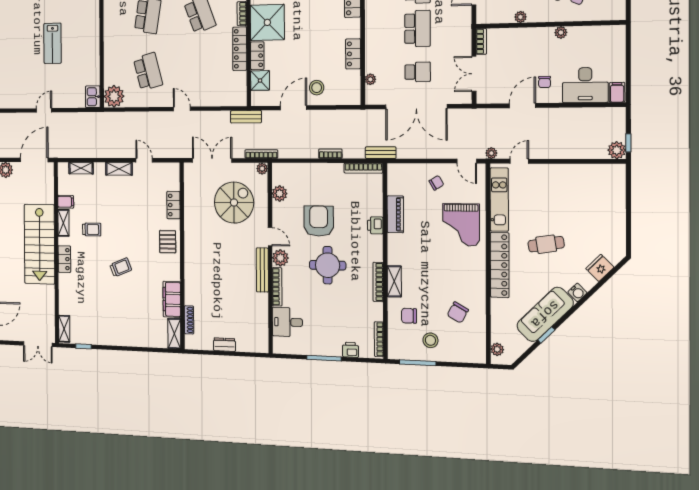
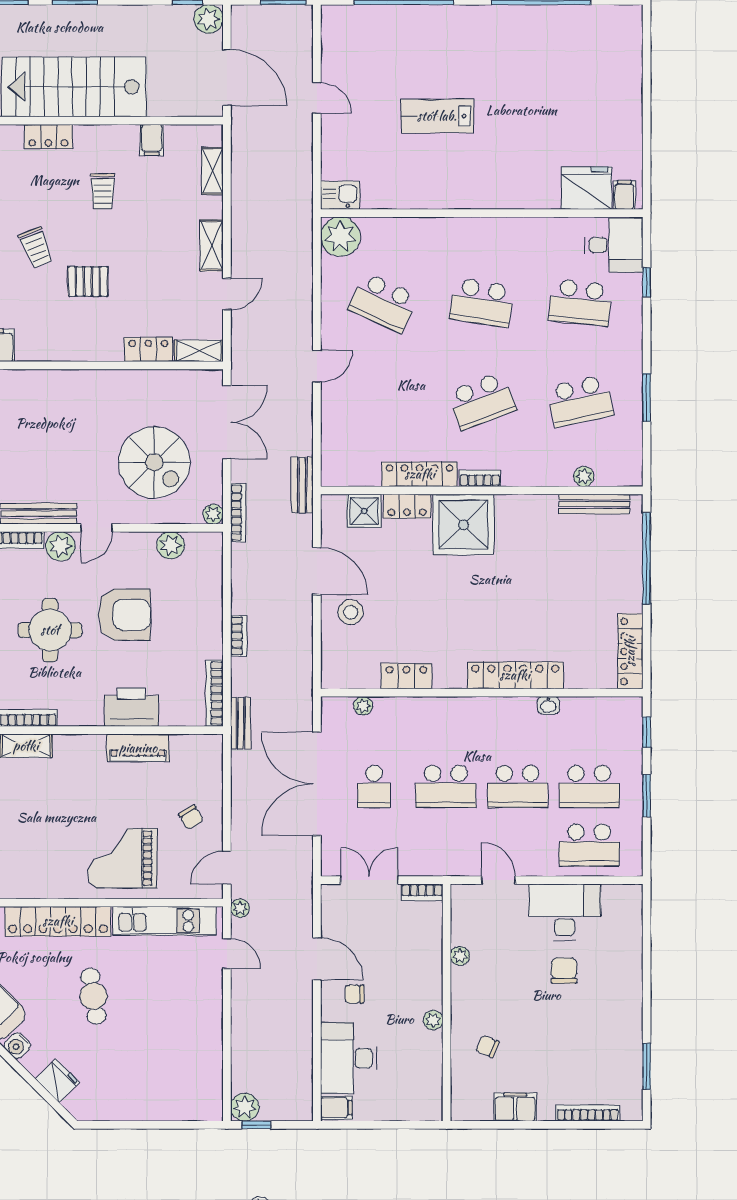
school desk: (148, 72) -> (383, 302), turned 39
shelving: (63, 223) -> (199, 351), moved
printer: (375, 225) -> (131, 707), width x1.87, depth x1.48
pallet: (168, 242) -> (88, 281), moved

